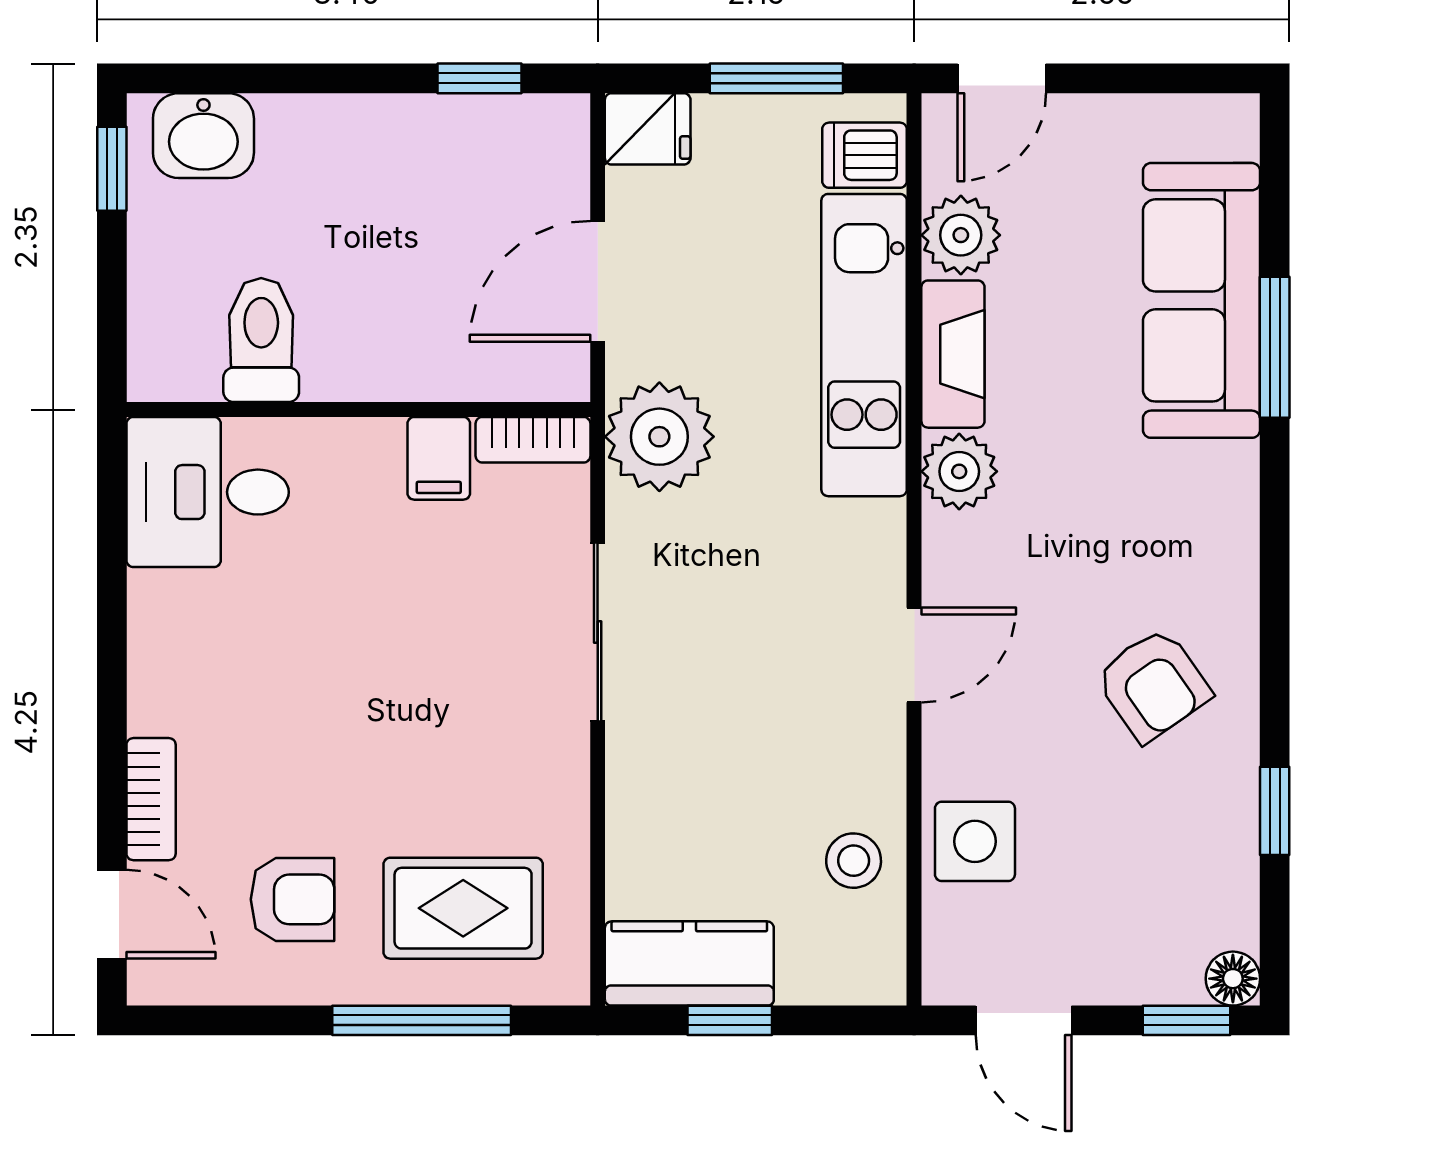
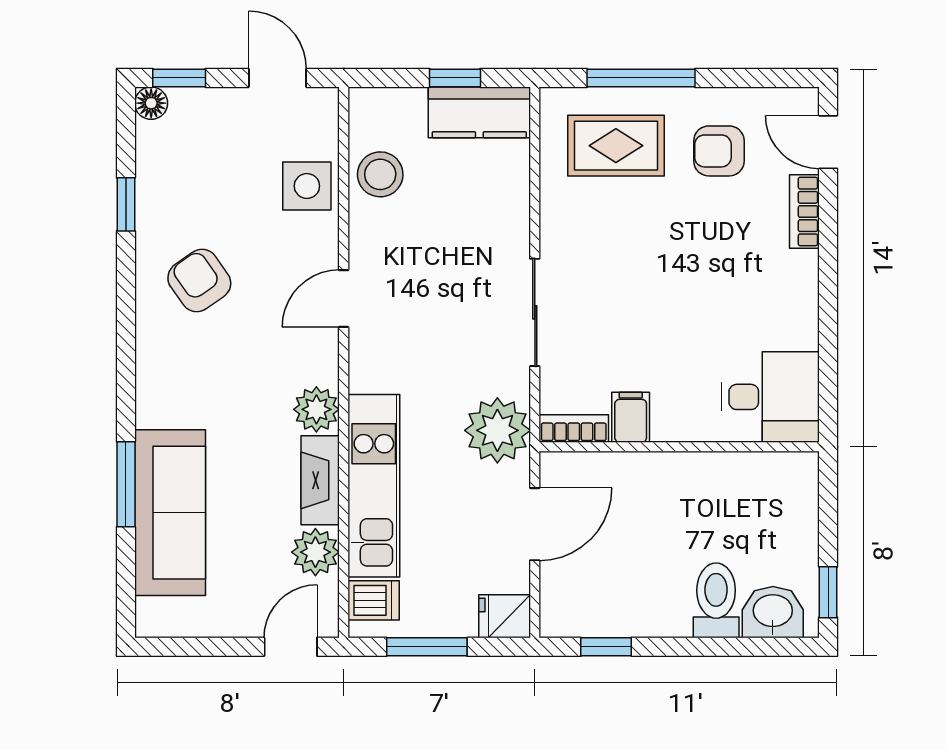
toilet: (261, 340) -> (716, 600), moved, turned 180
stool: (854, 861) -> (380, 174), width x1.37, depth x1.37

